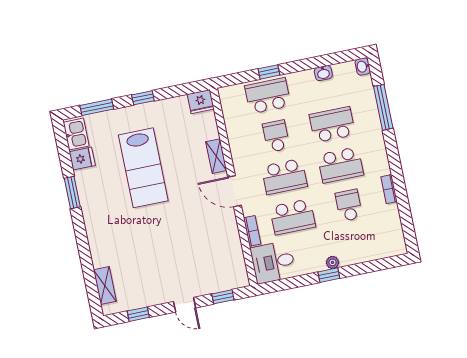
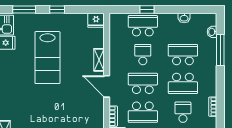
washbasin: (363, 66) -> (212, 32), moved
school desk: (284, 177) -> (143, 83), turned 180

